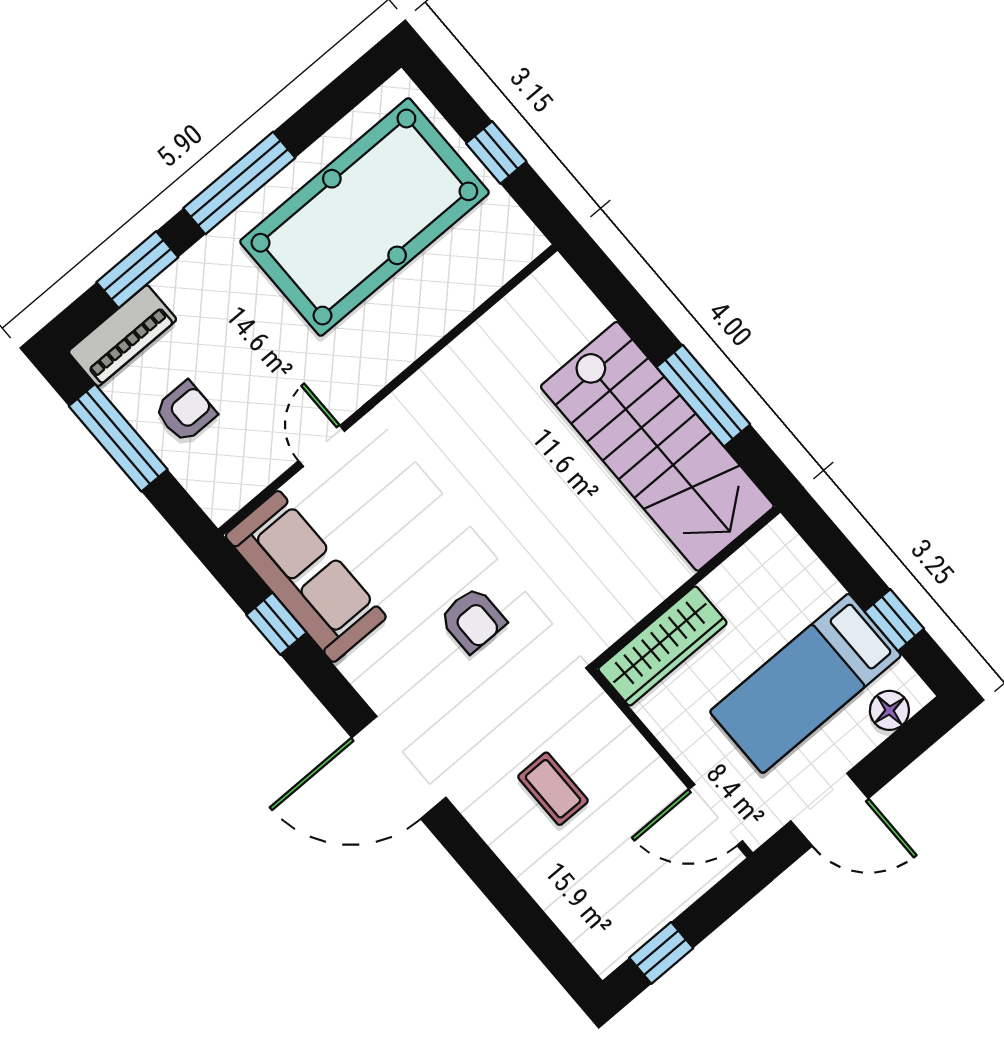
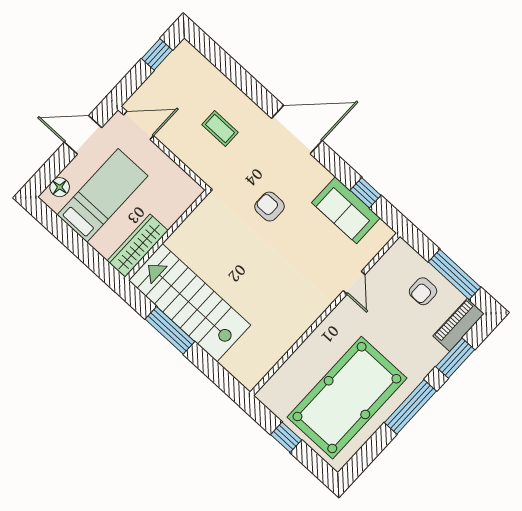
sofa: (306, 576) -> (346, 210), width x0.73
window: (894, 620) -> (63, 232), removed
wardrobe: (662, 646) -> (138, 246), moved

